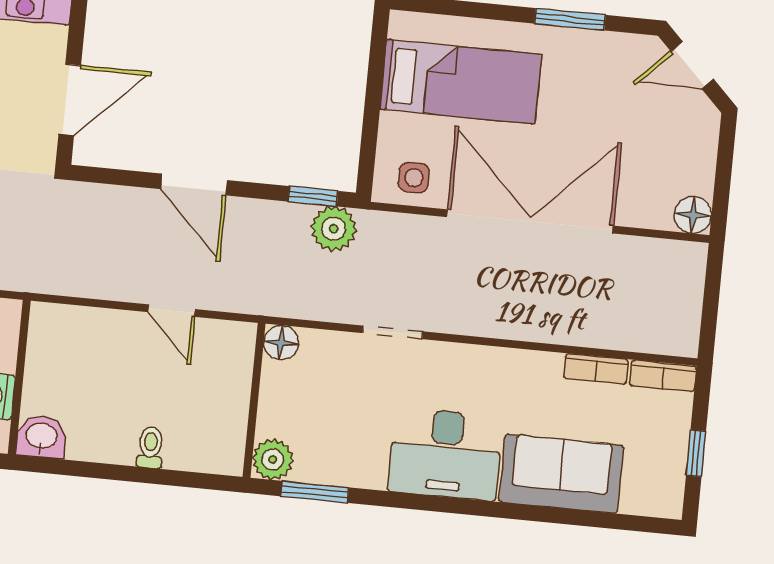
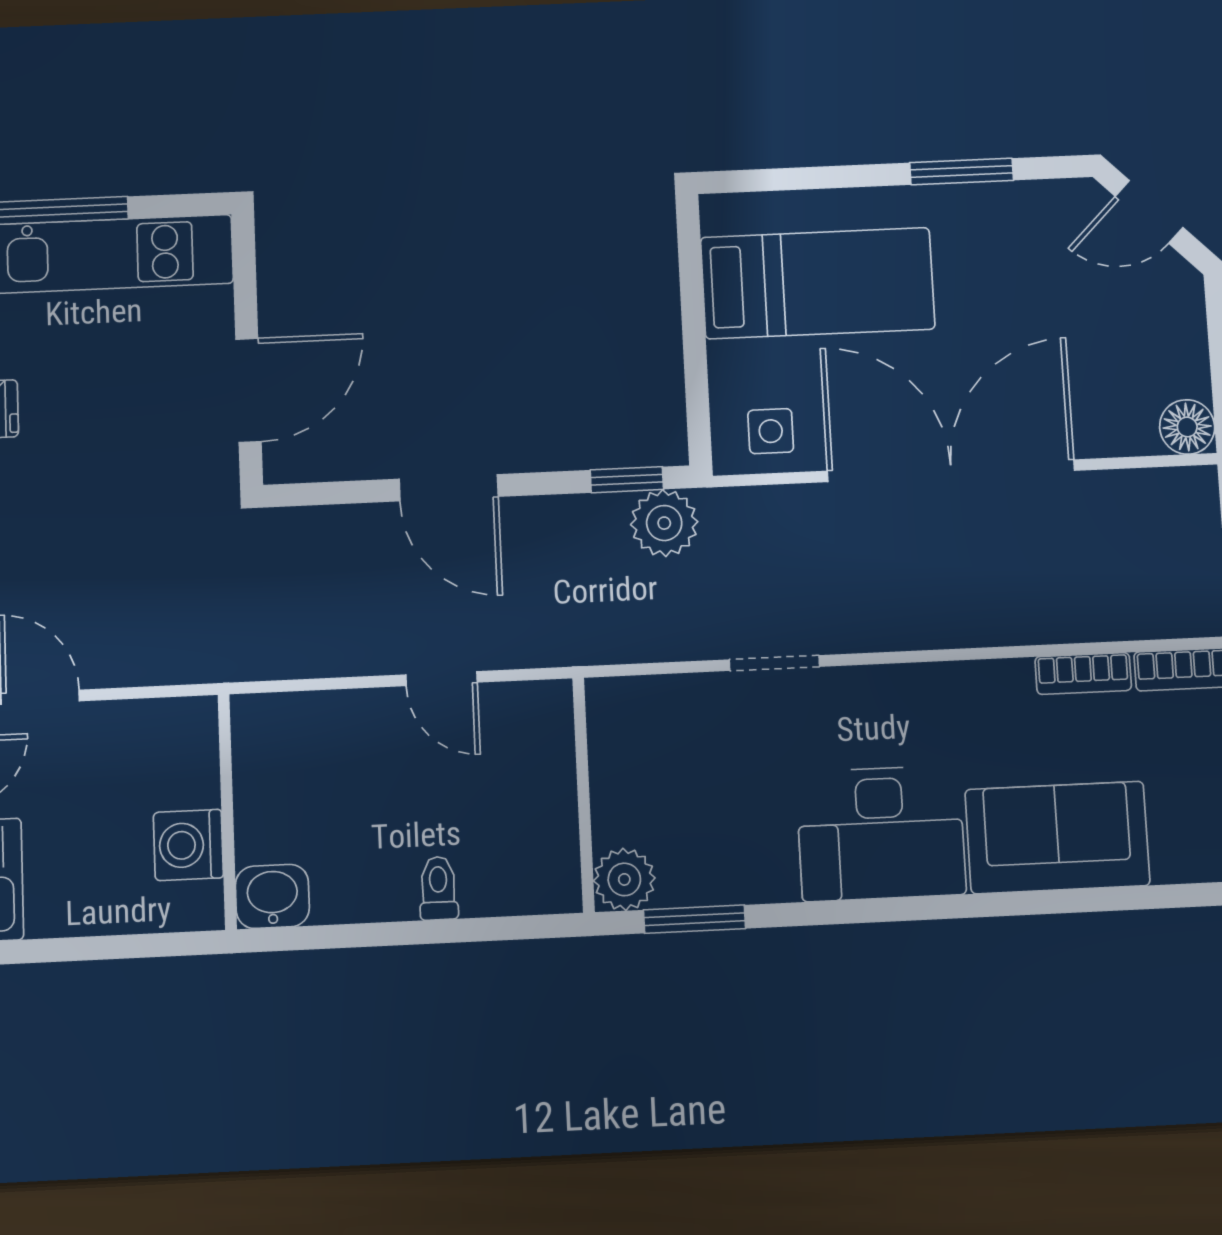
floor lamp: (281, 343) -> (611, 703), removed

